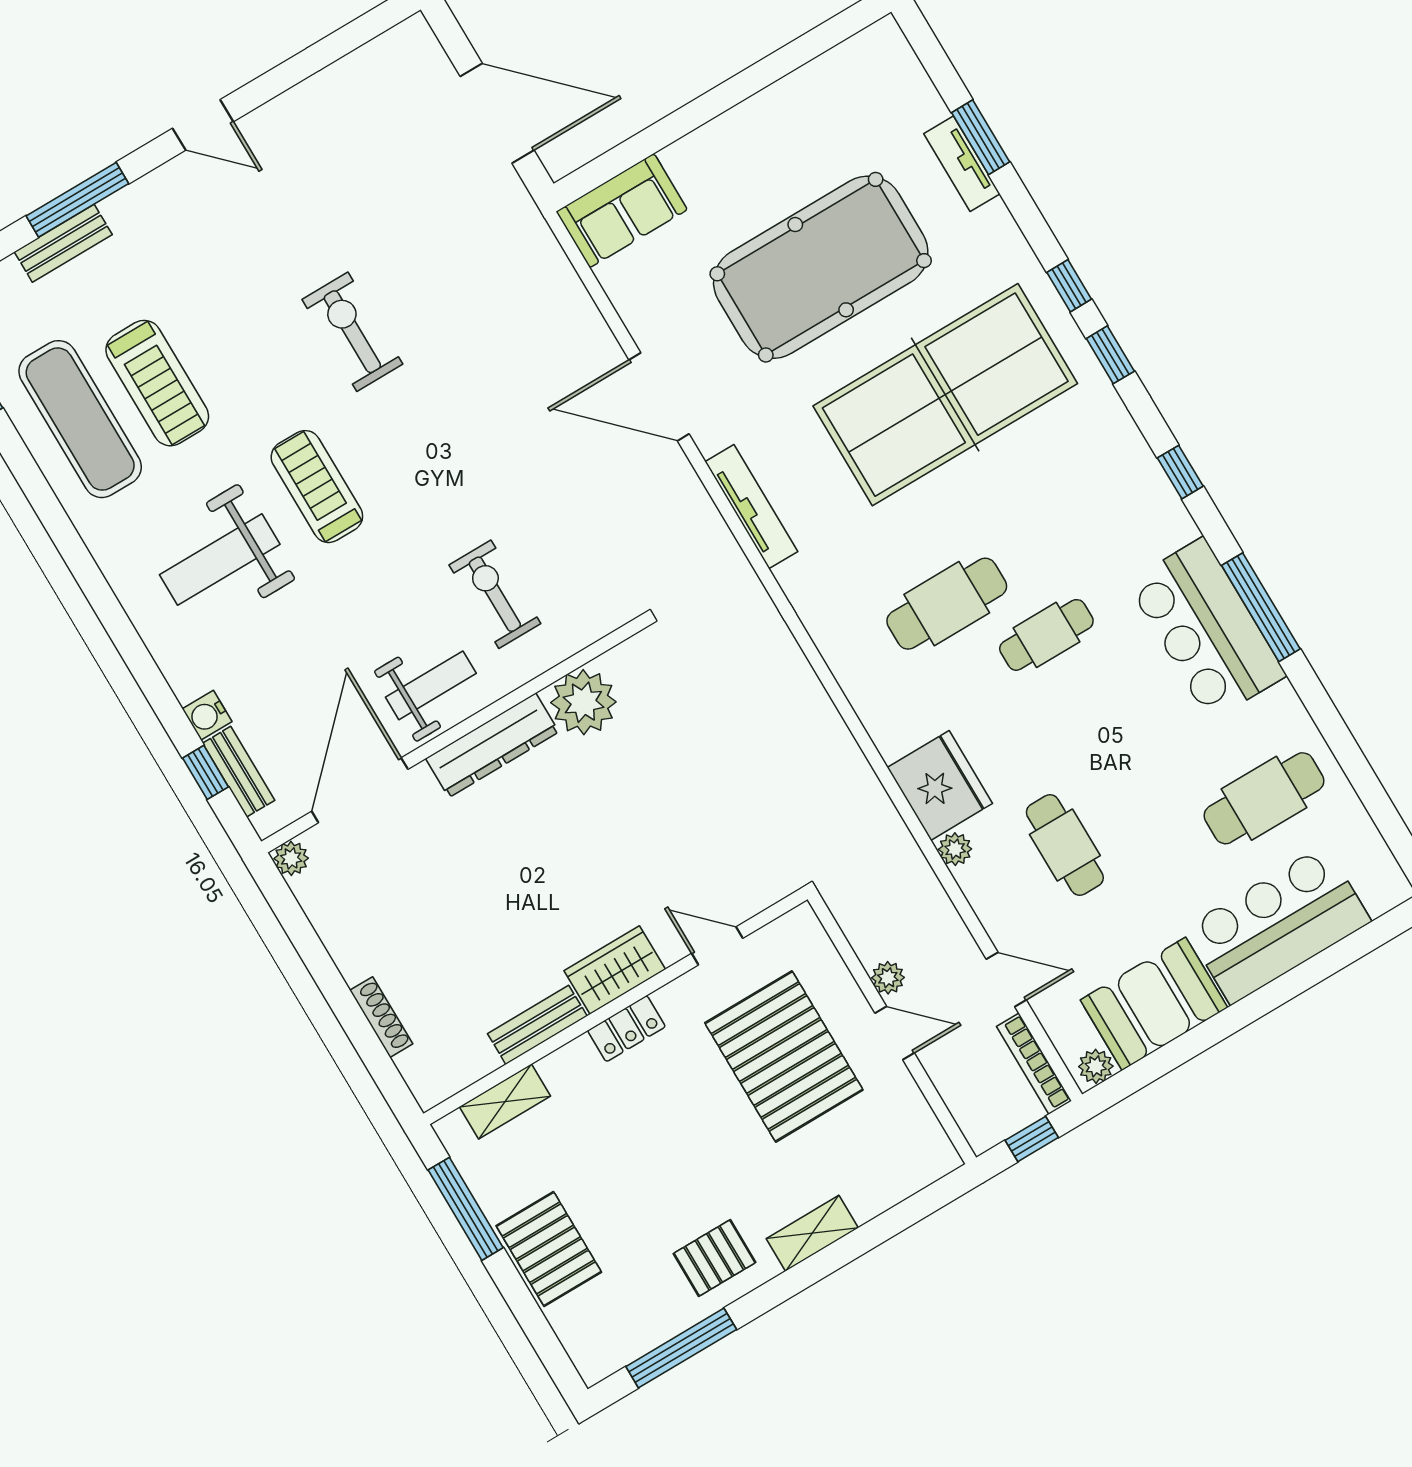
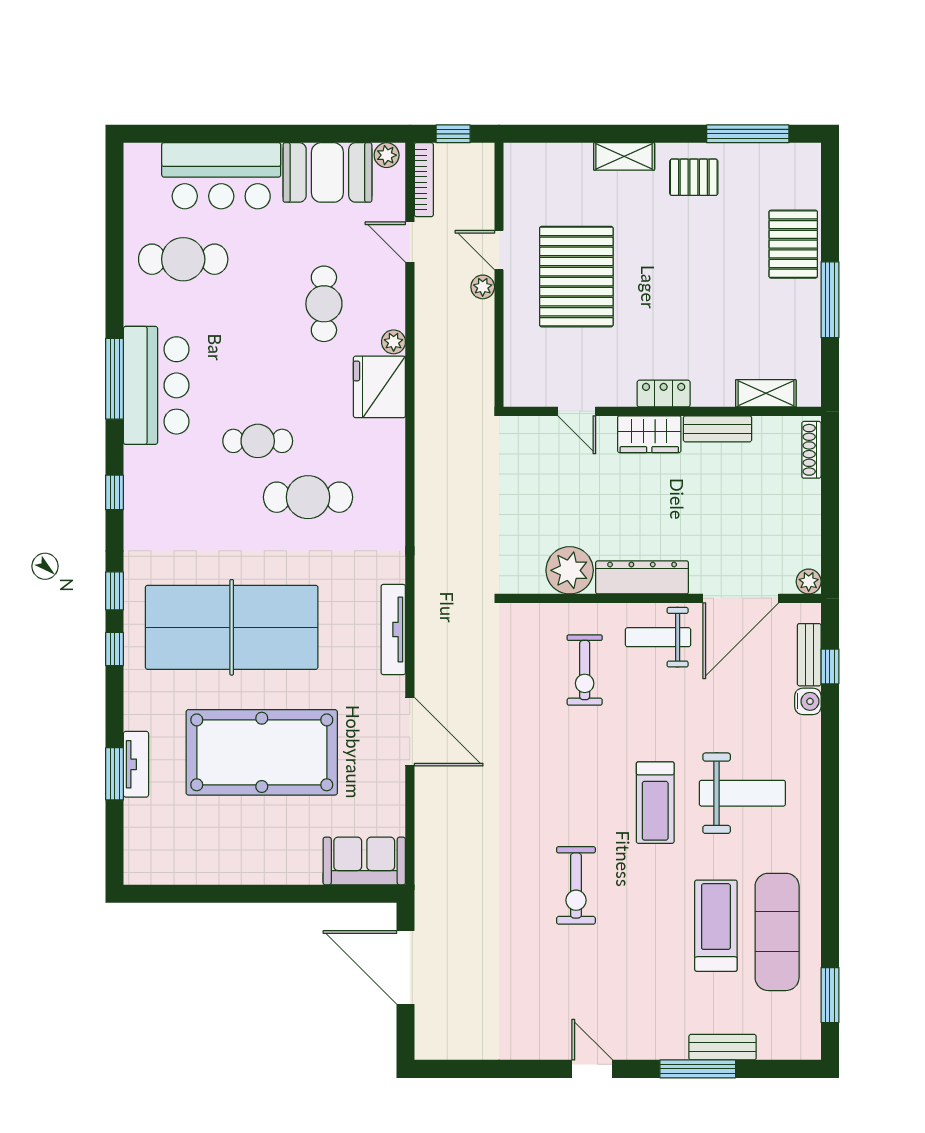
door: (717, 946) -> (577, 411), moved
wardrobe: (615, 970) -> (649, 434), moved
wall: (615, 1006) -> (662, 411), moved
bench: (537, 1025) -> (717, 429), moved
locker: (626, 1029) -> (664, 394), moved
shelving: (505, 1101) -> (766, 393), moved

